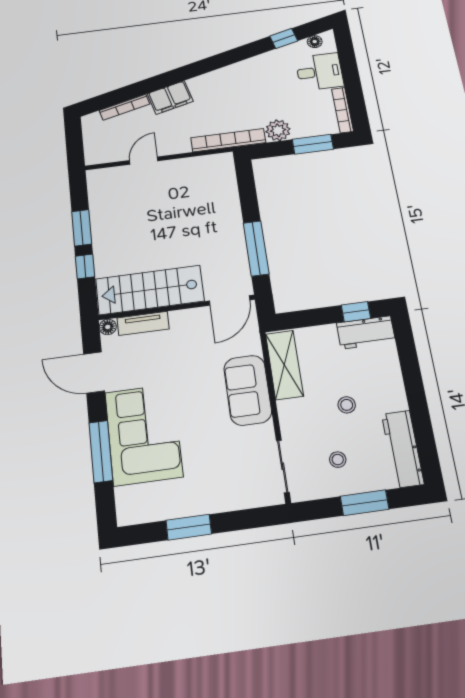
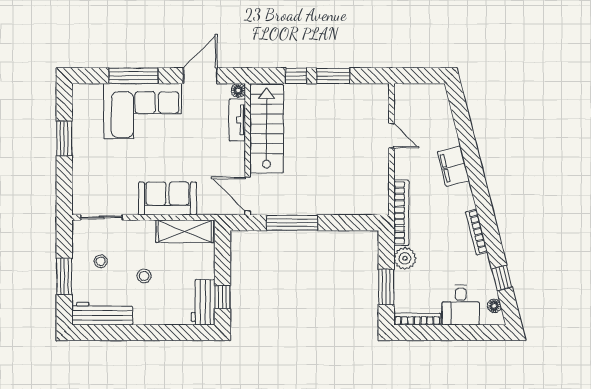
bookcase: (124, 107) -> (477, 232), moved

